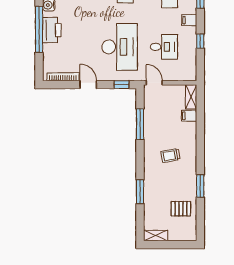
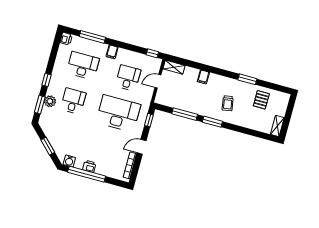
printer: (52, 30) -> (89, 166), width x0.53, depth x0.68
window: (200, 41) -> (152, 53), moved
door: (154, 83) -> (158, 81), moved
filing cabinet: (189, 116) -> (203, 77), moved
trolley: (170, 156) -> (228, 103), moved
window: (140, 192) -> (212, 122), moved

